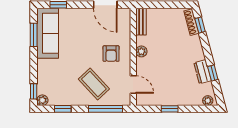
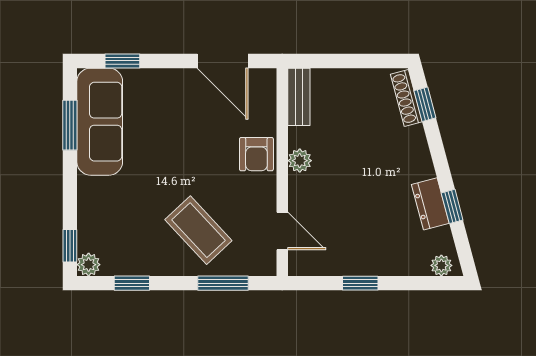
armchair: (111, 54) -> (256, 154), moved
window: (105, 109) -> (223, 283), width x0.69

